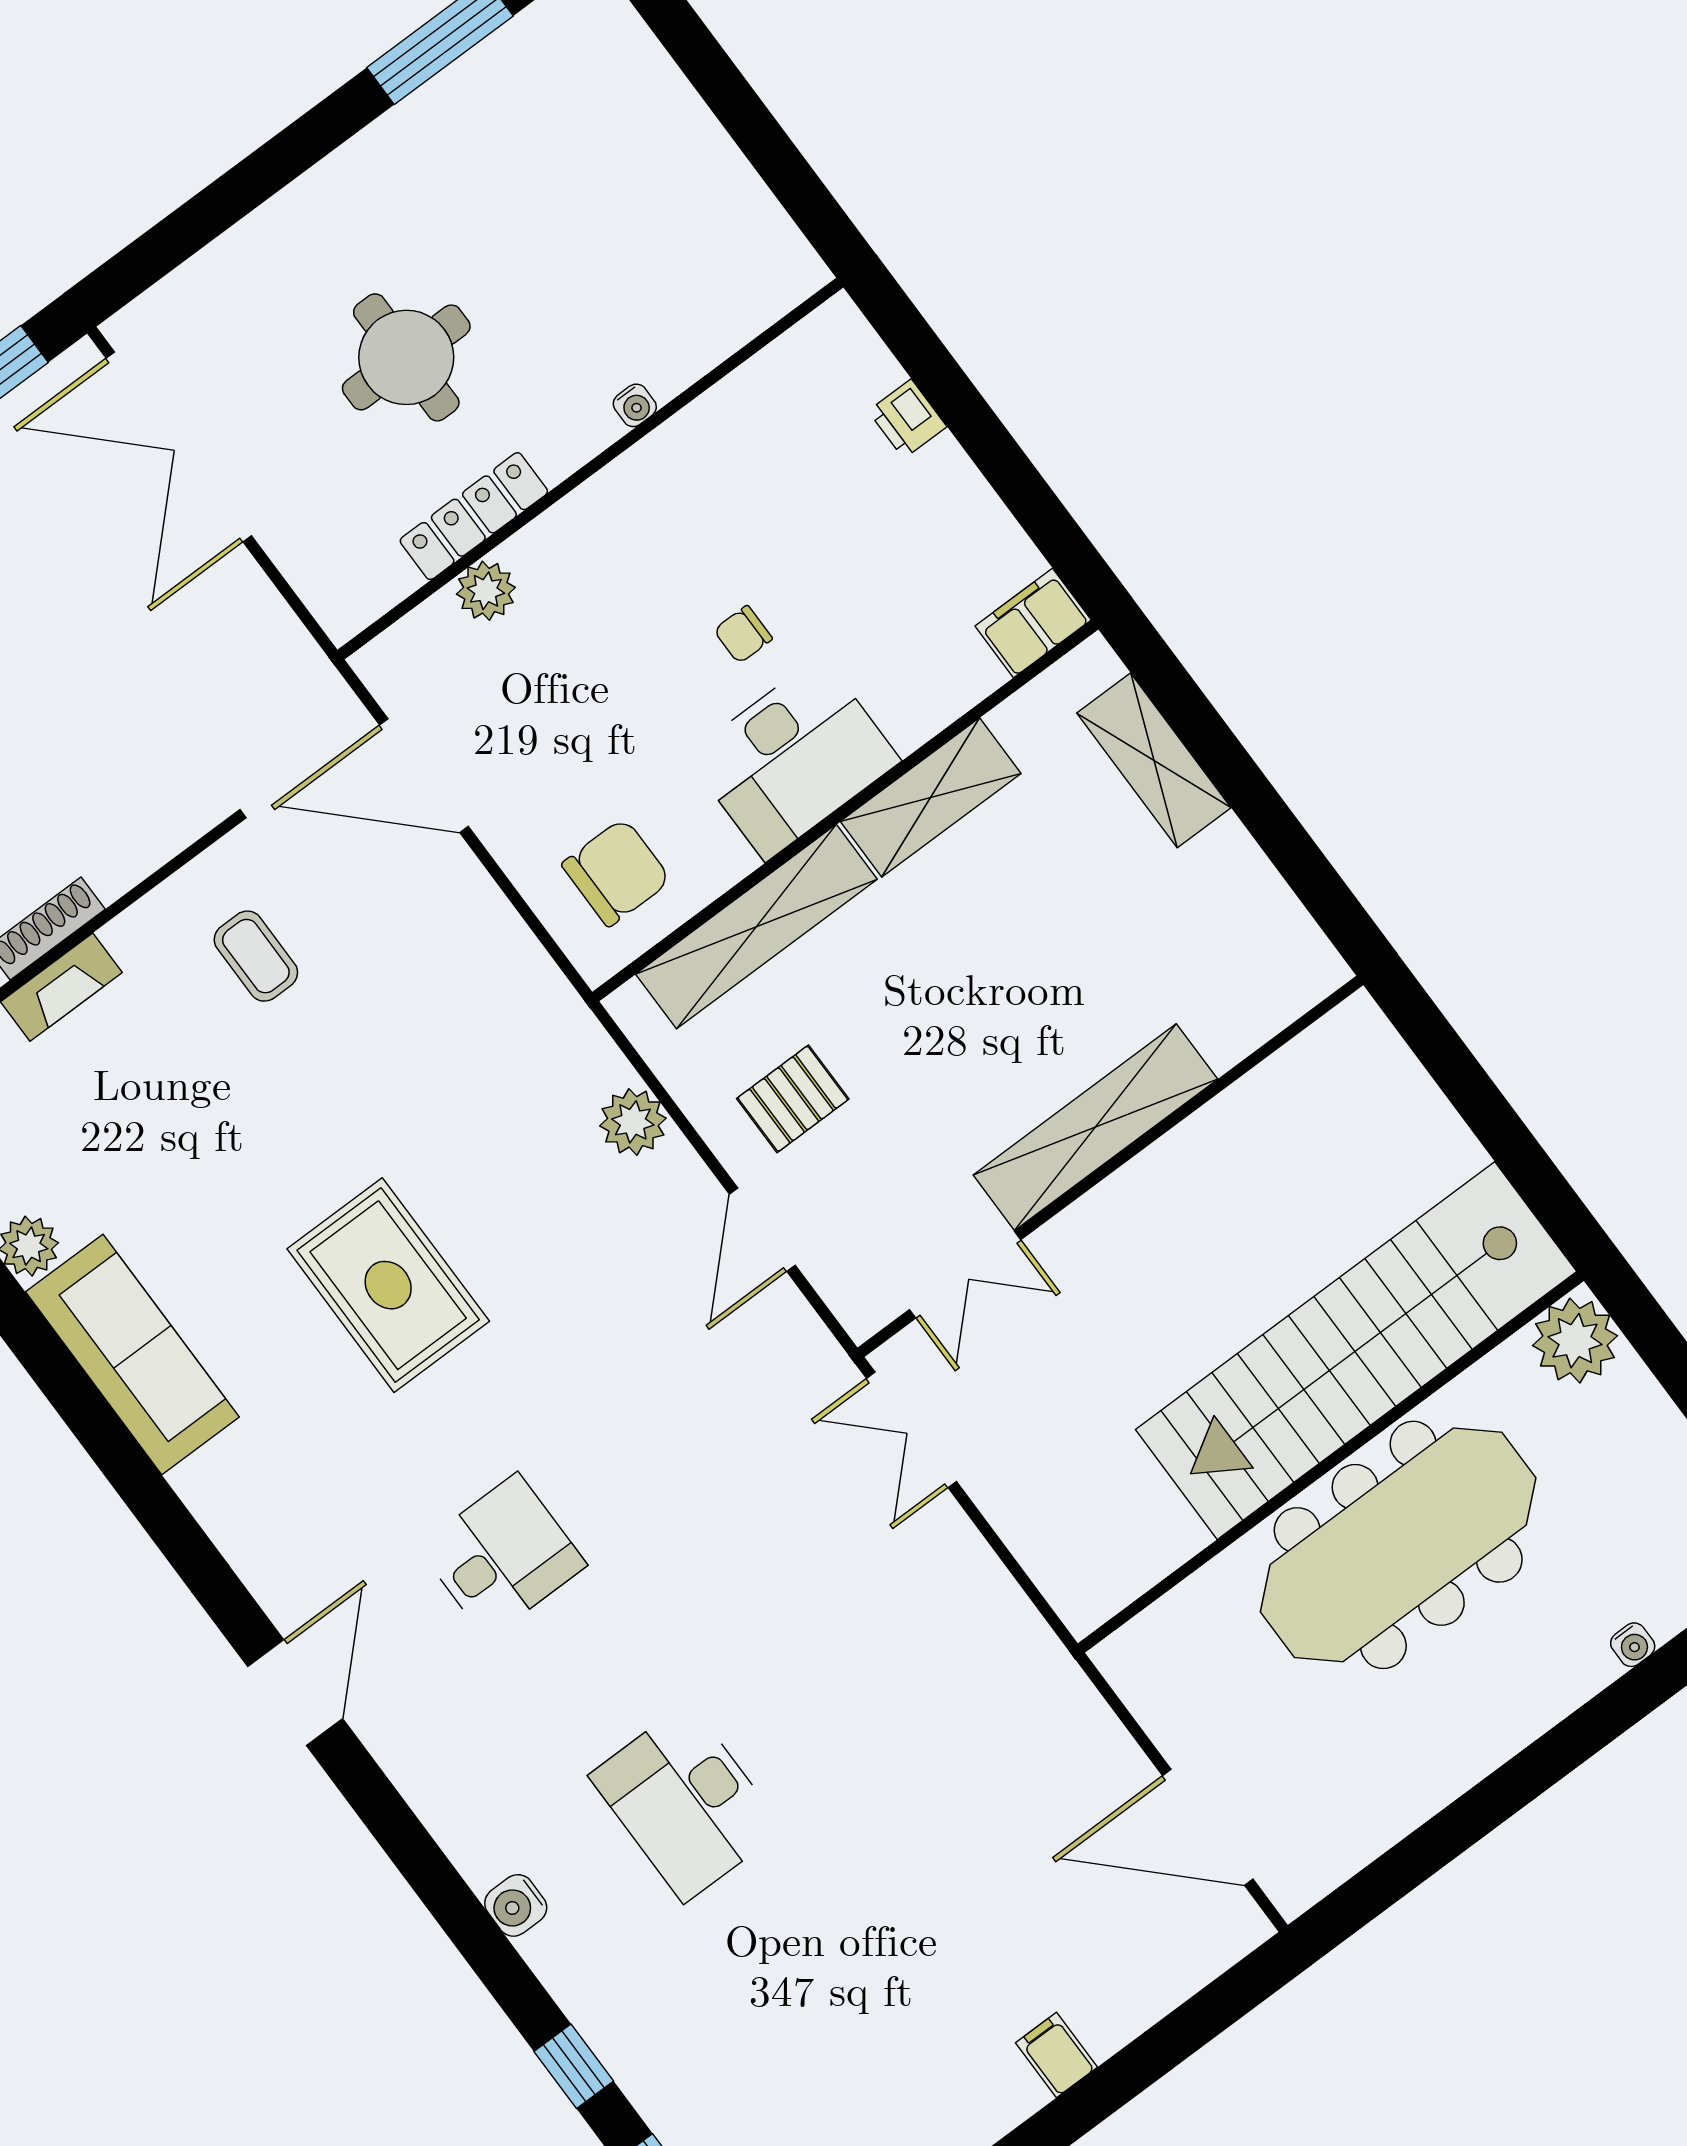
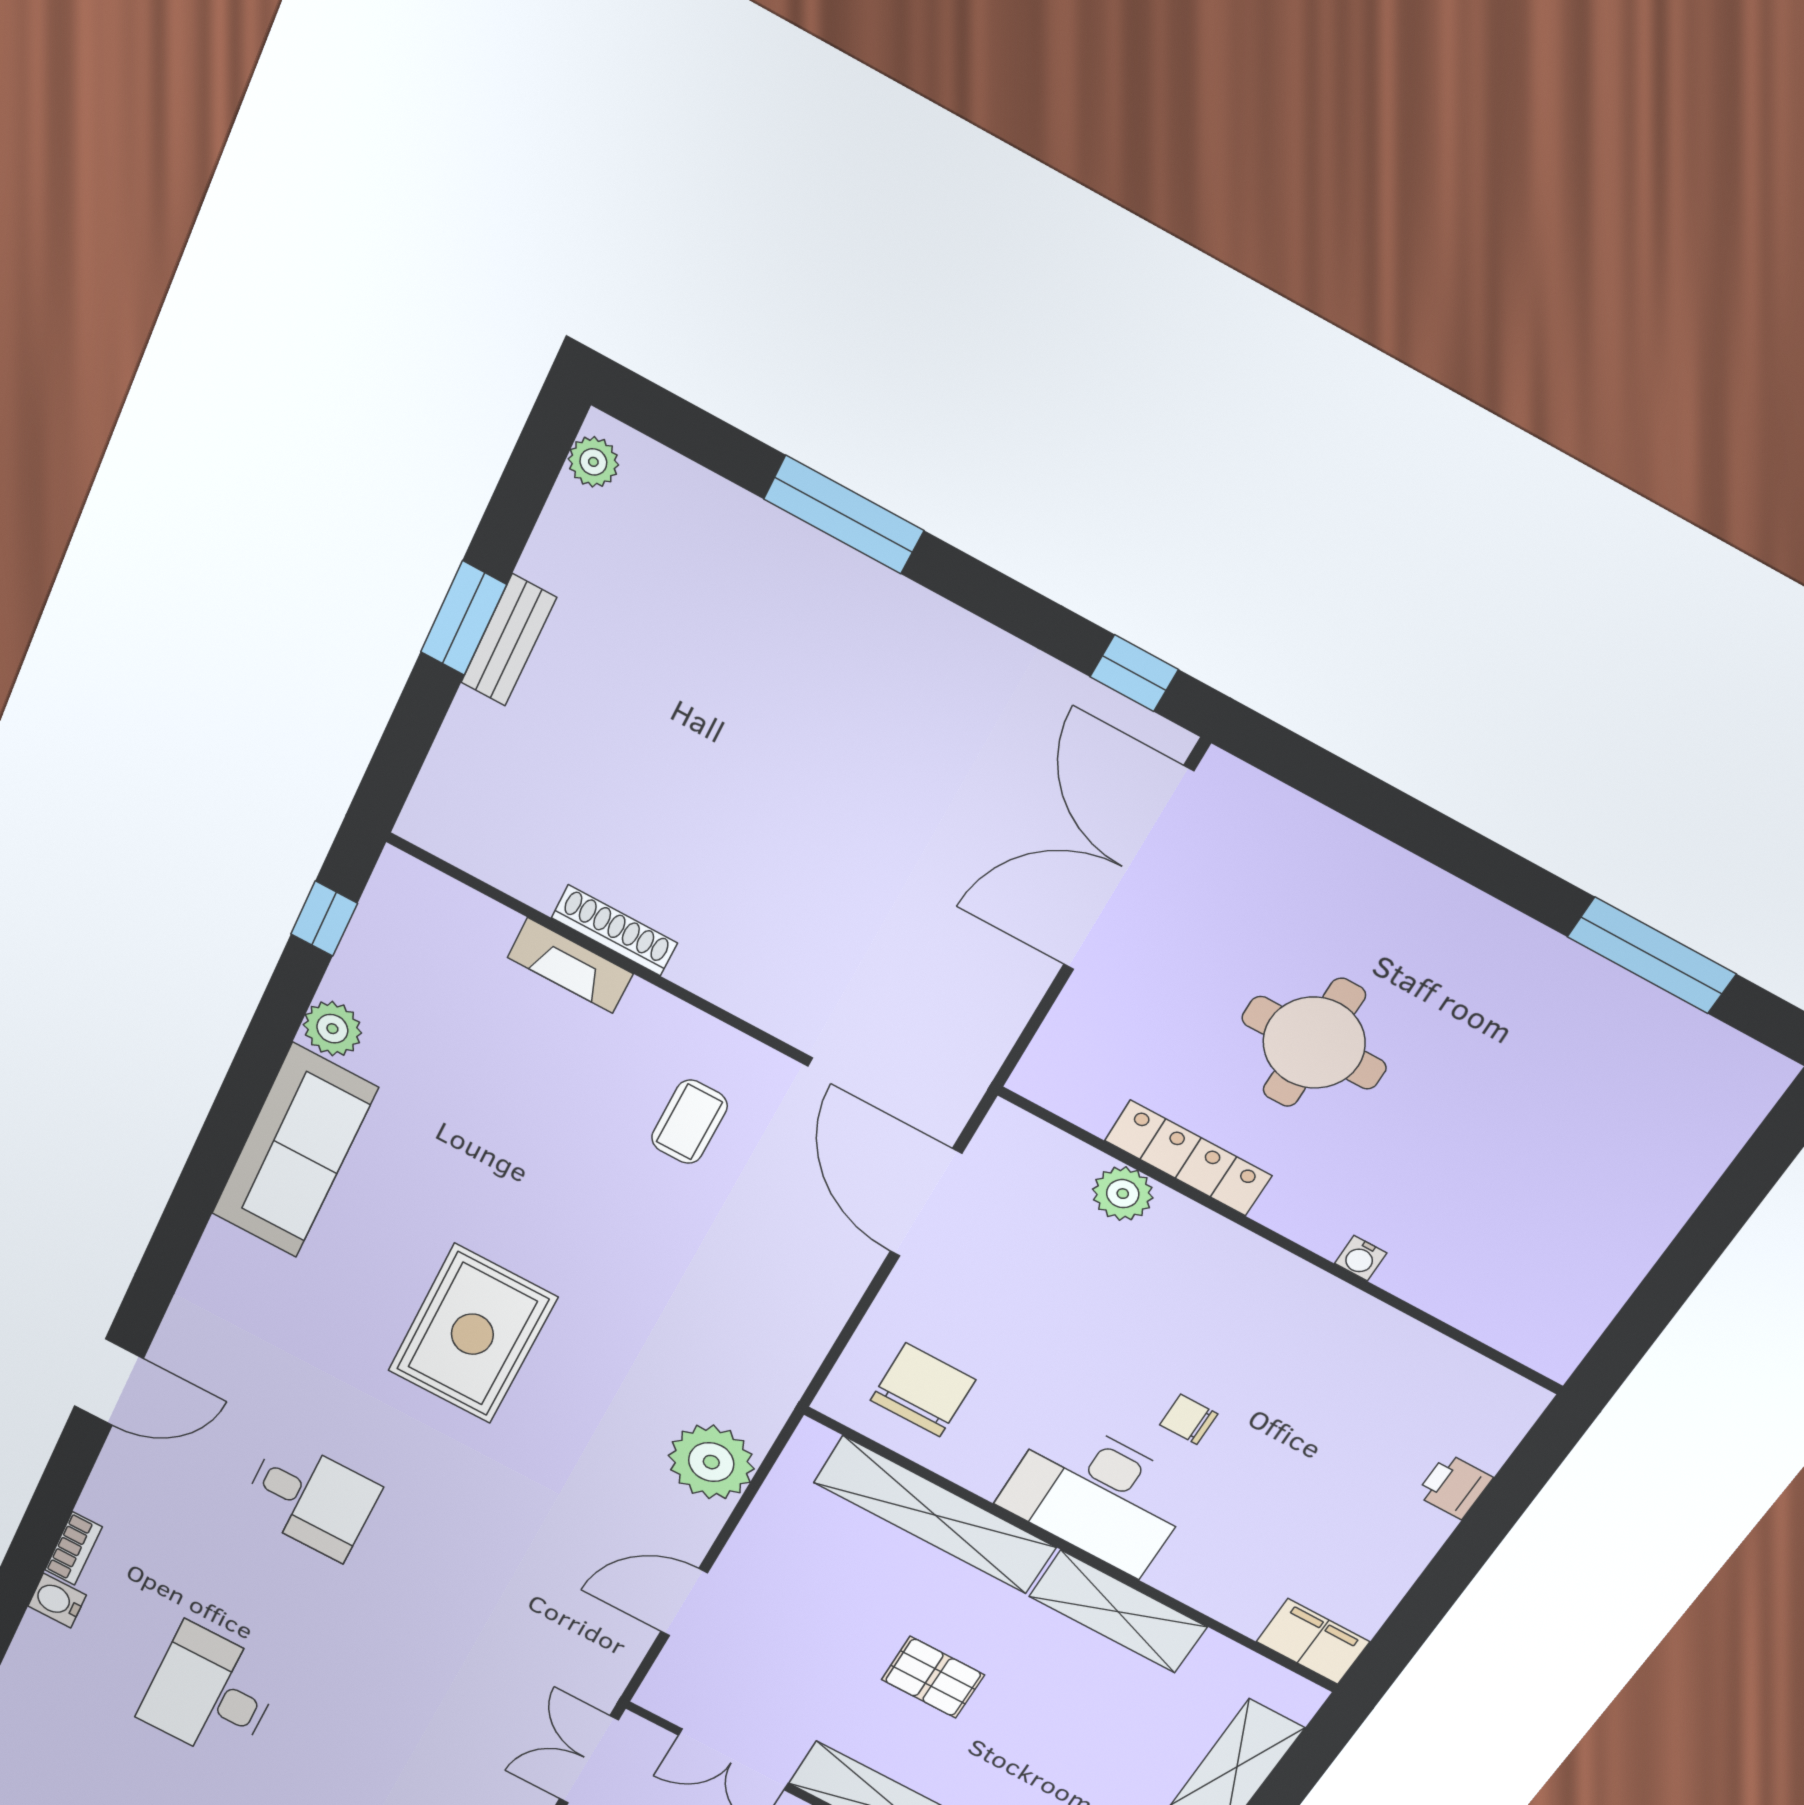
chair: (616, 872) -> (923, 1390), turned -90
pallet: (793, 1099) -> (933, 1677), moved
plant: (633, 1122) -> (711, 1462), width x1.36, depth x1.36
bookcase: (463, 1849) -> (73, 1548), added

